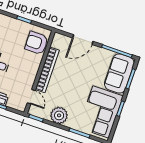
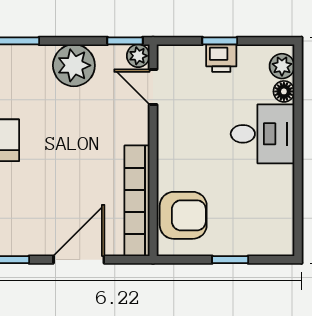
bookcase: (47, 70) -> (137, 201), moved
plant: (33, 111) -> (138, 56), added

